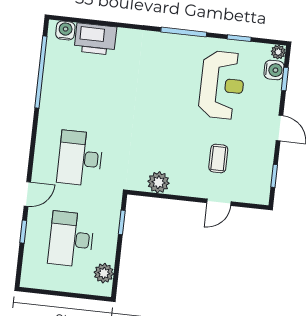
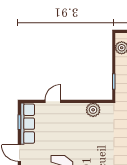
coffee table: (218, 158) -> (56, 129), removed
row of seats: (262, 172) -> (28, 124), added

